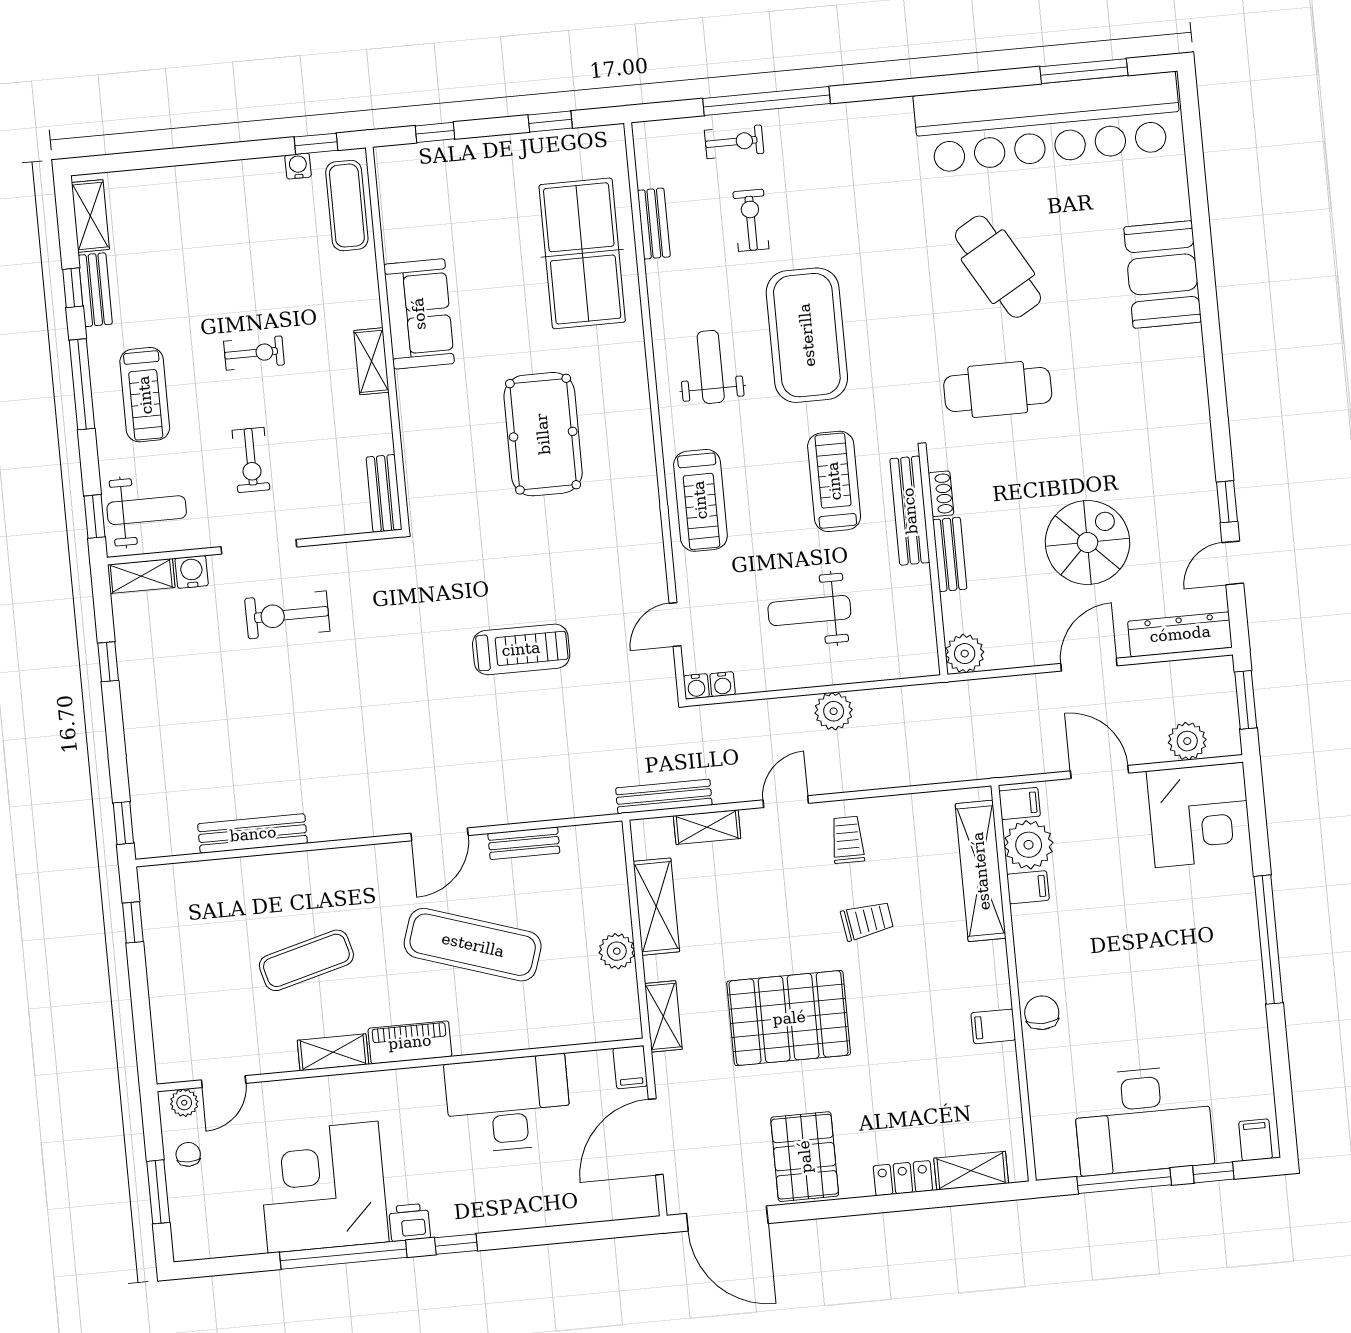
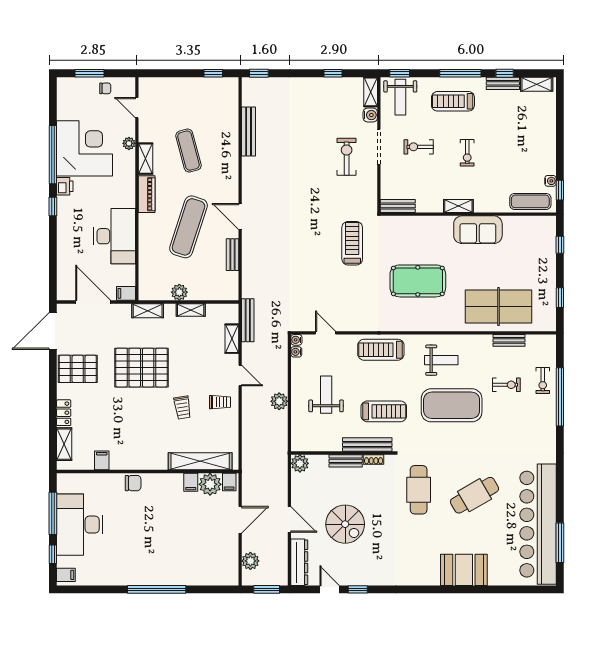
treadmill: (521, 649) -> (352, 243), moved, turned 180
corner desk: (1199, 815) -> (216, 563), removed
shelving: (656, 907) -> (191, 310), width x0.67, depth x0.75
pallet: (789, 1018) -> (141, 368), turned 90
filing cabinet: (993, 1026) -> (102, 460), moved
plant: (184, 1103) -> (129, 143), moved

